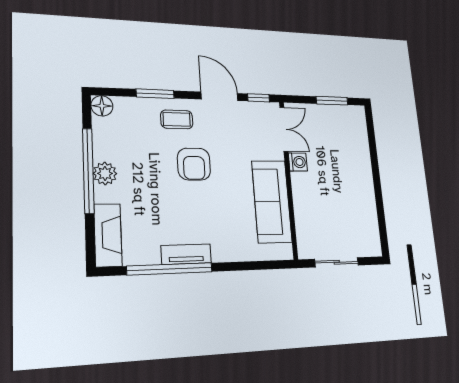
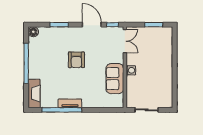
coffee table: (177, 119) -> (69, 37), removed
washing machine: (298, 162) -> (131, 70), moved
plant: (105, 173) -> (34, 65), removed
sofa: (272, 201) -> (115, 79), width x0.73

